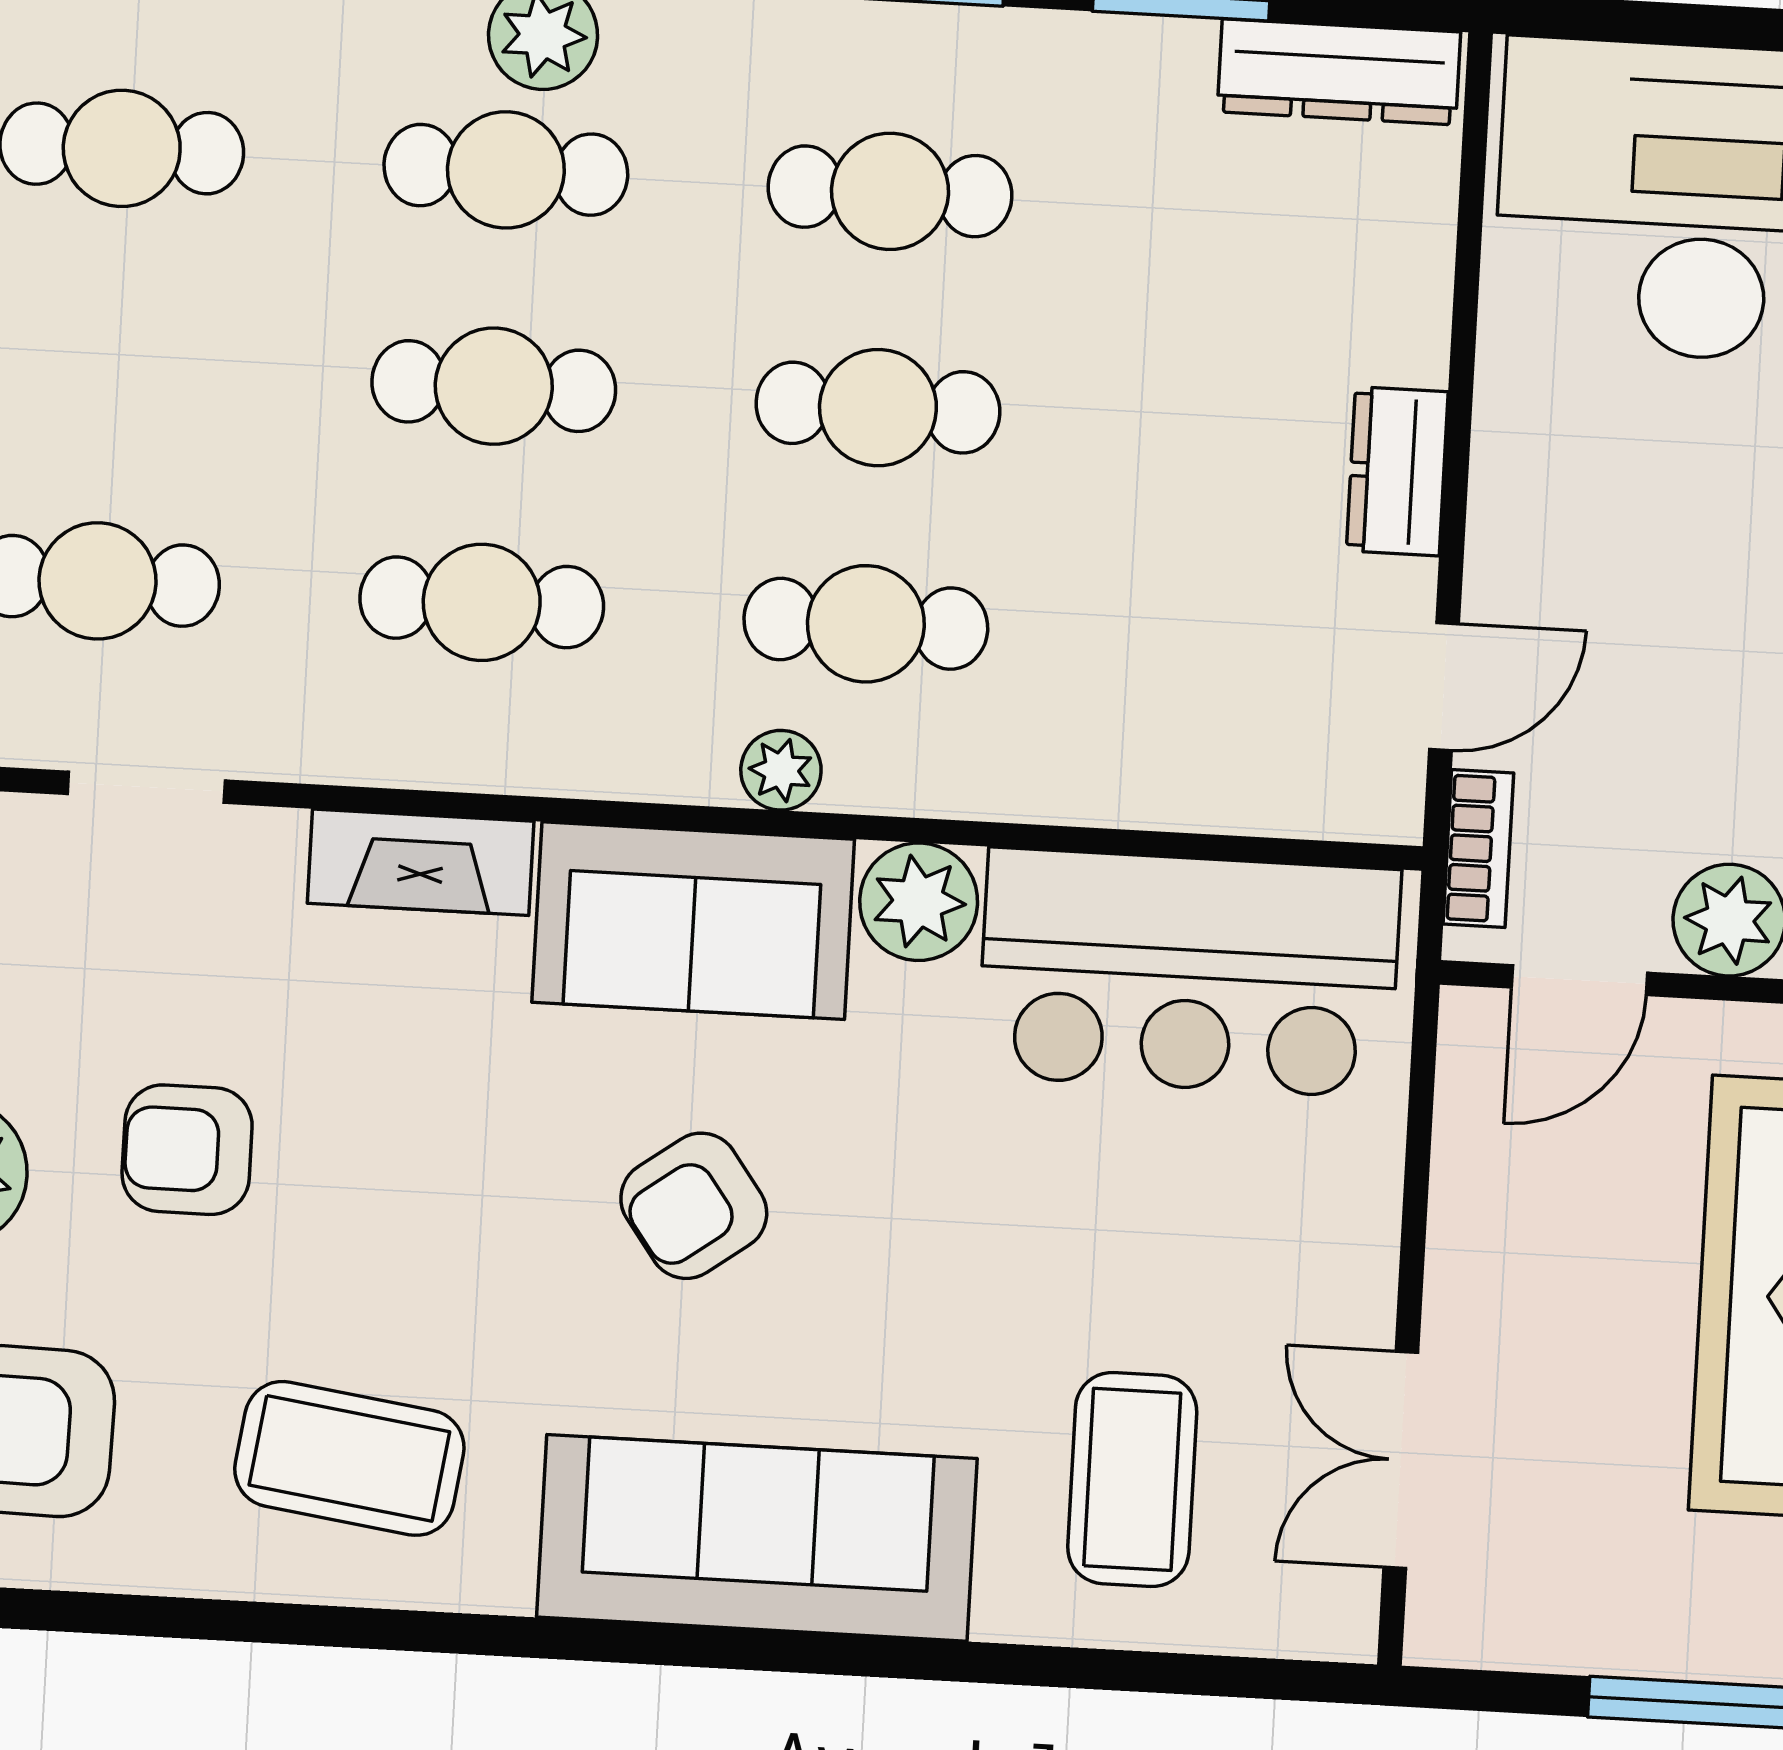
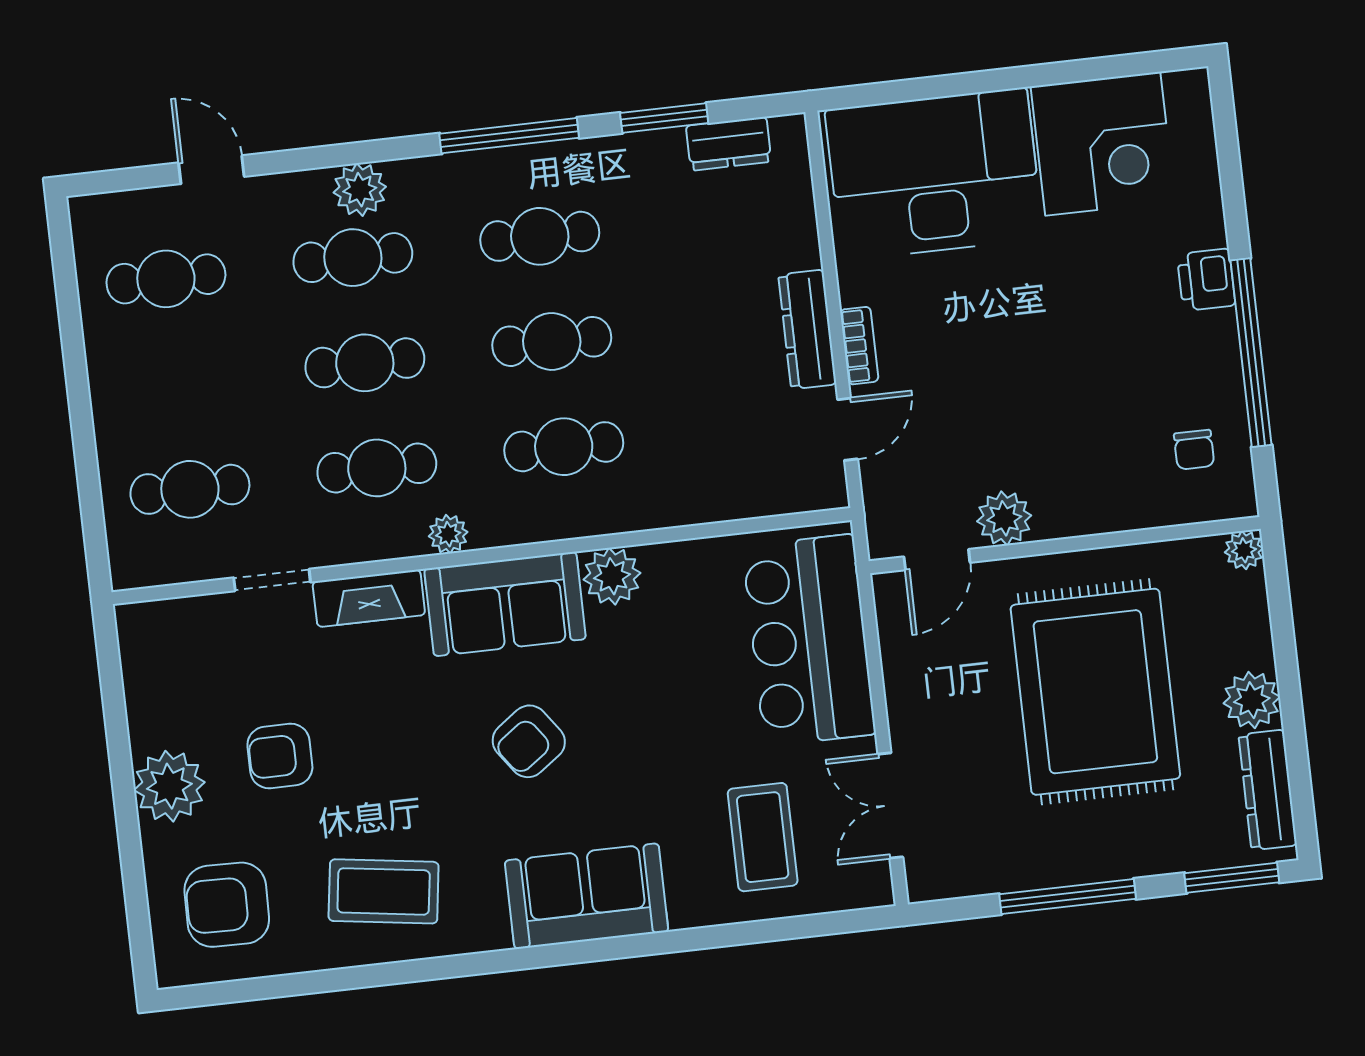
dresser: (1339, 72) -> (729, 144), width x0.70
dresser: (1397, 471) -> (807, 329), width x1.44
plant: (781, 770) -> (448, 534), moved
doorway: (146, 787) -> (272, 580), moved
bookcase: (1478, 849) -> (859, 346), moved
bar counter: (1189, 973) -> (809, 640), moved, turned 90
sofa: (757, 1538) -> (587, 896), width x0.73

